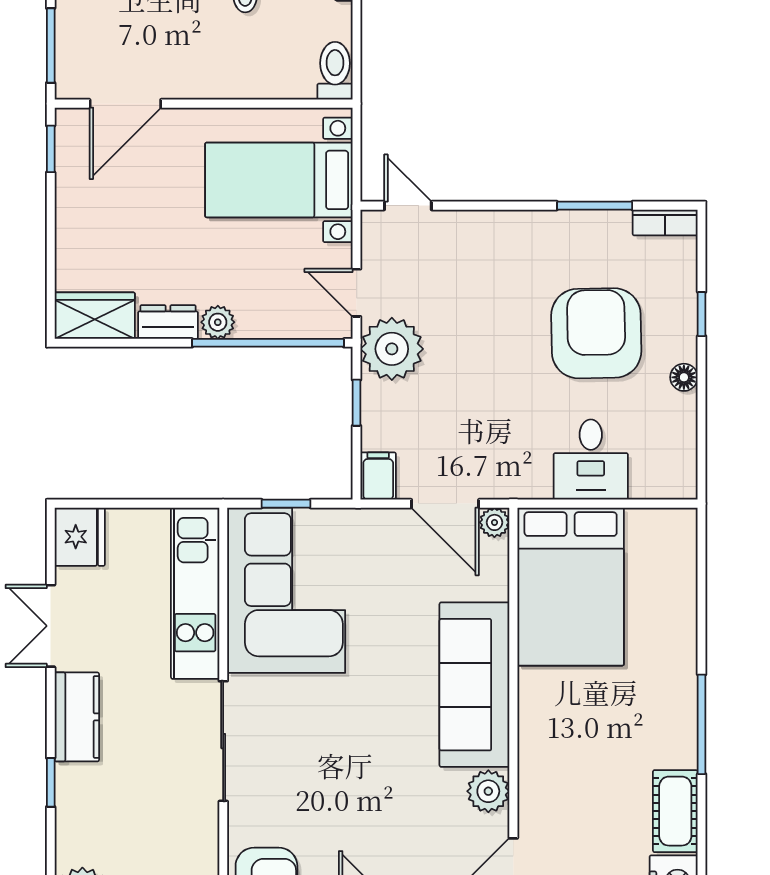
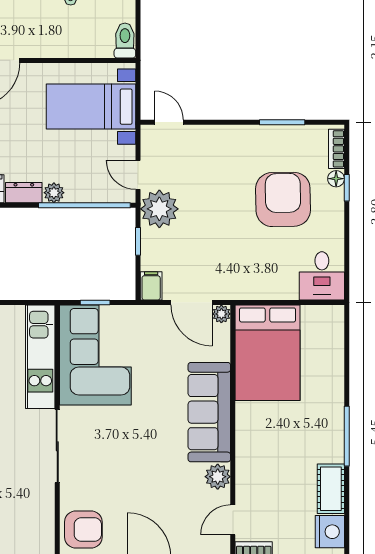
bookcase: (665, 223) -> (337, 149), moved, turned 90
floor lamp: (684, 377) -> (336, 179), moved
desk: (591, 460) -> (322, 276), moved

